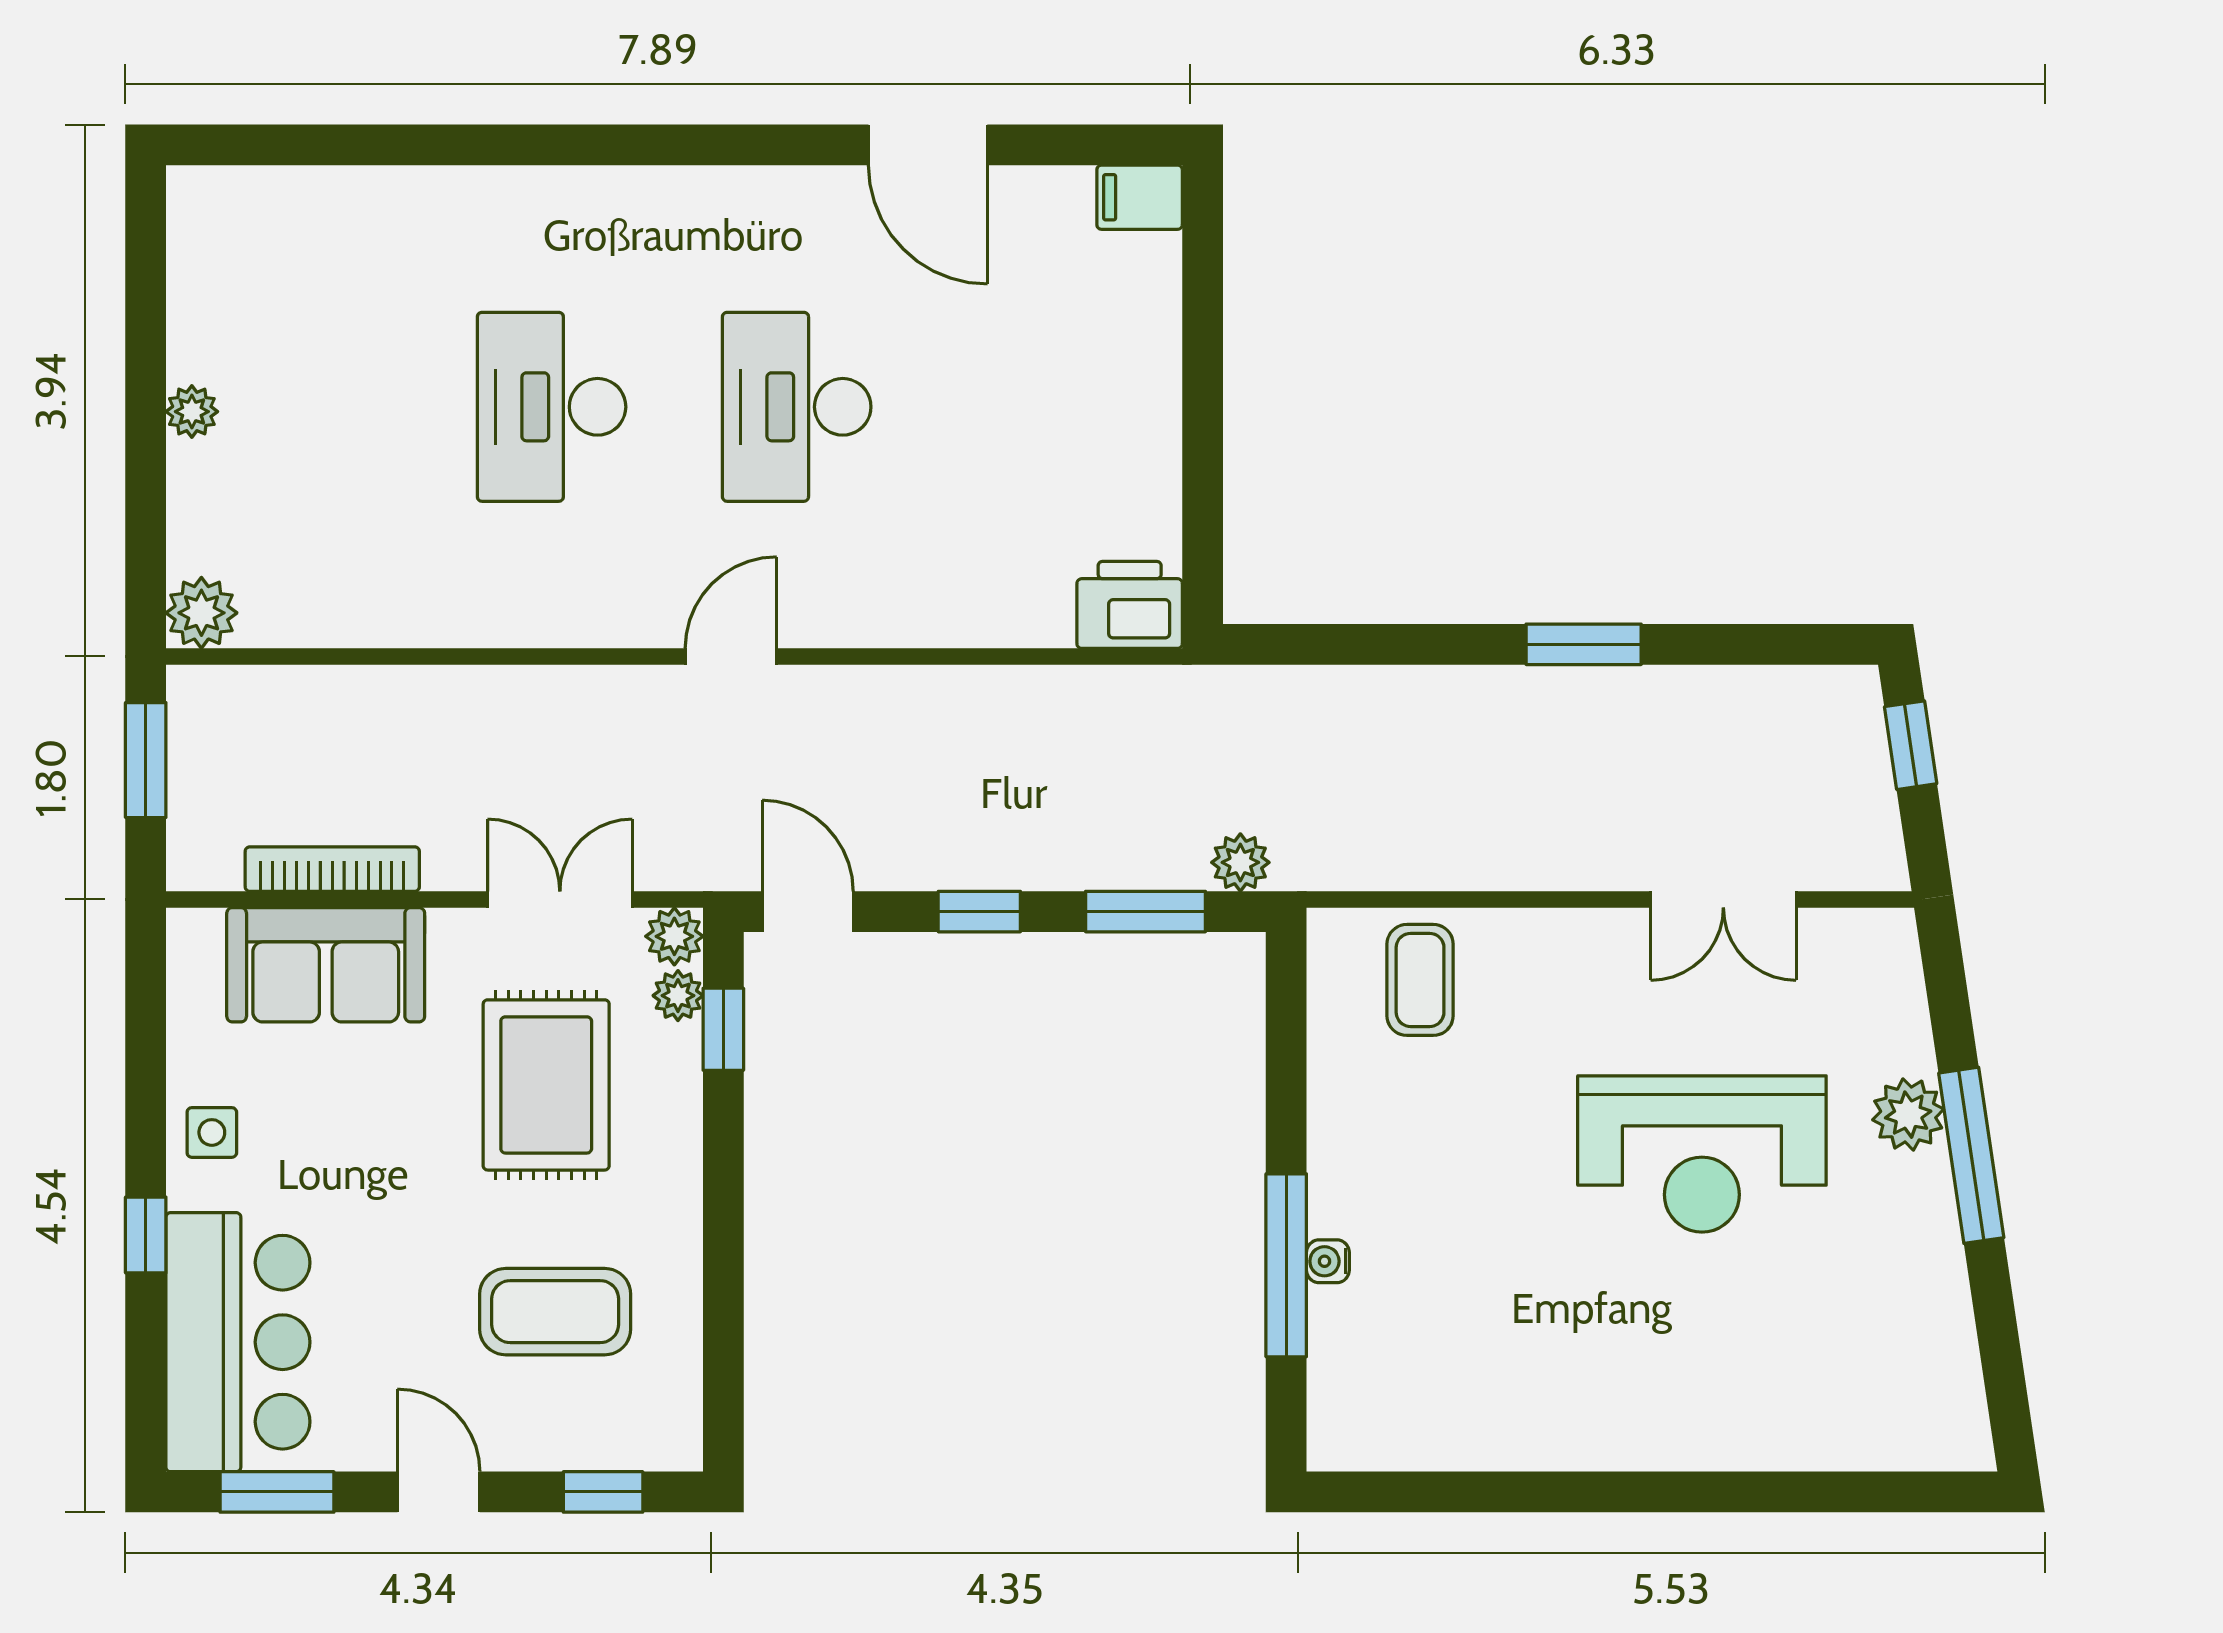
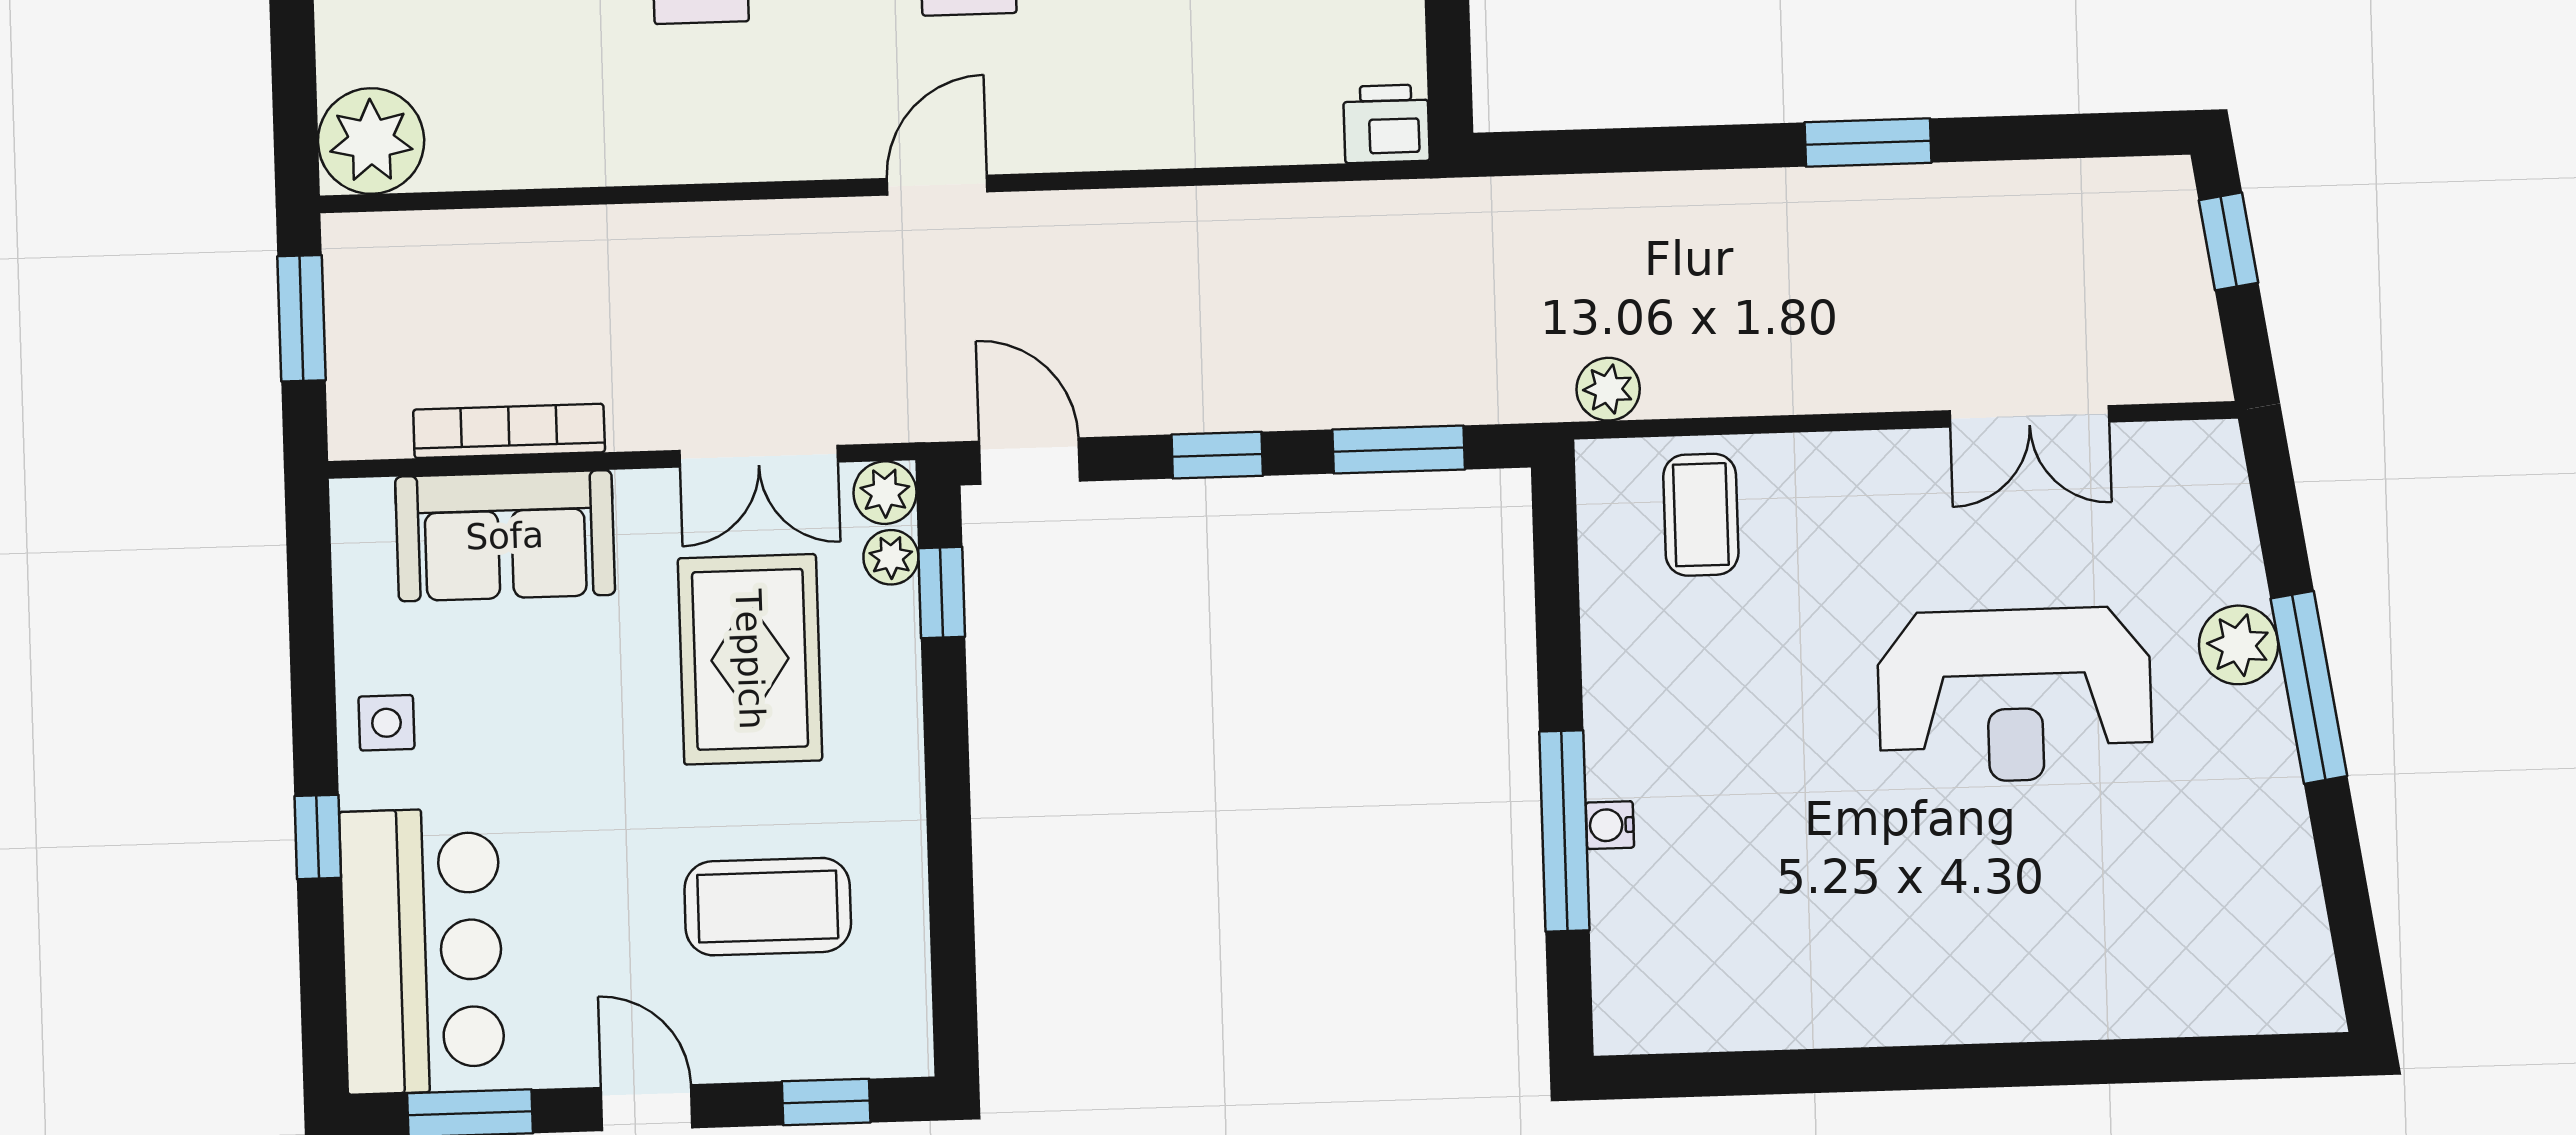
printer: (1130, 605) -> (1386, 124), width x0.73, depth x0.81
plant: (201, 613) -> (371, 141), width x1.36, depth x1.36
plant: (1240, 862) -> (1608, 389), moved
double door: (560, 899) -> (759, 456), swing flipped

